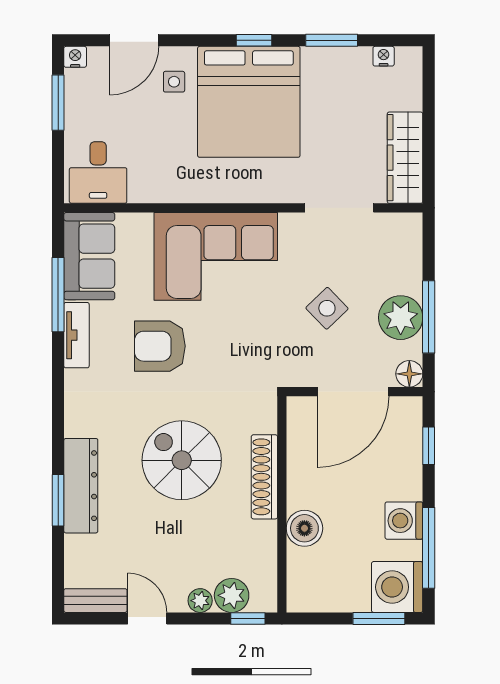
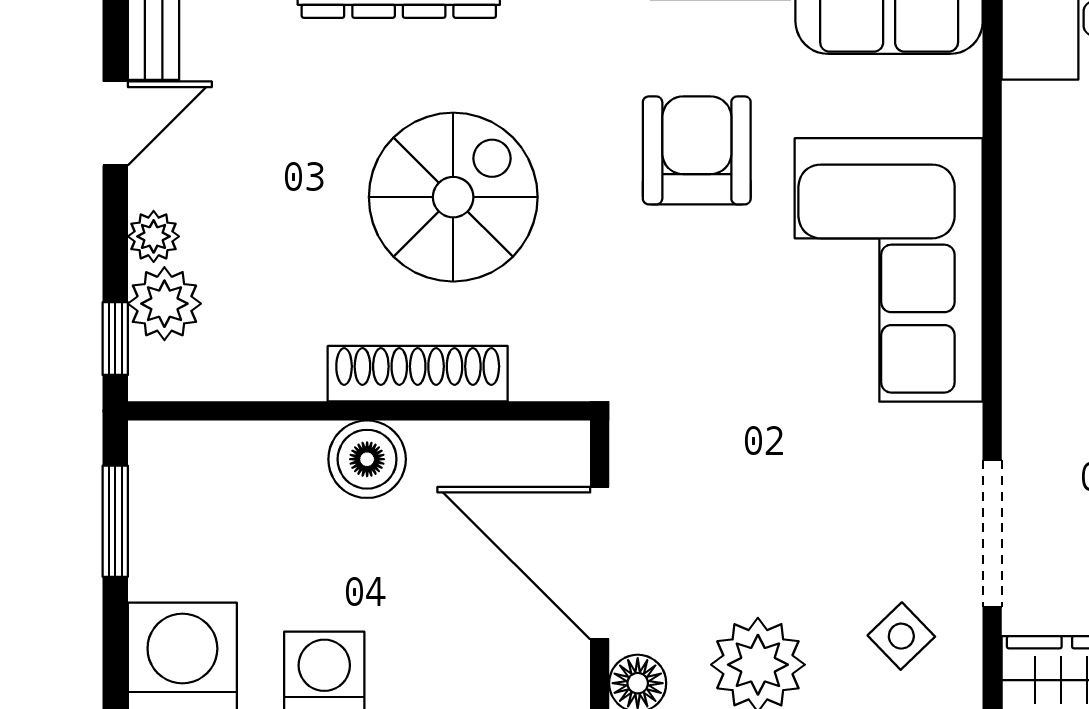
side table: (327, 308) -> (901, 636), moved, width x0.73, depth x0.73
boiler: (304, 528) -> (367, 459), moved
window: (379, 618) -> (115, 521), moved

